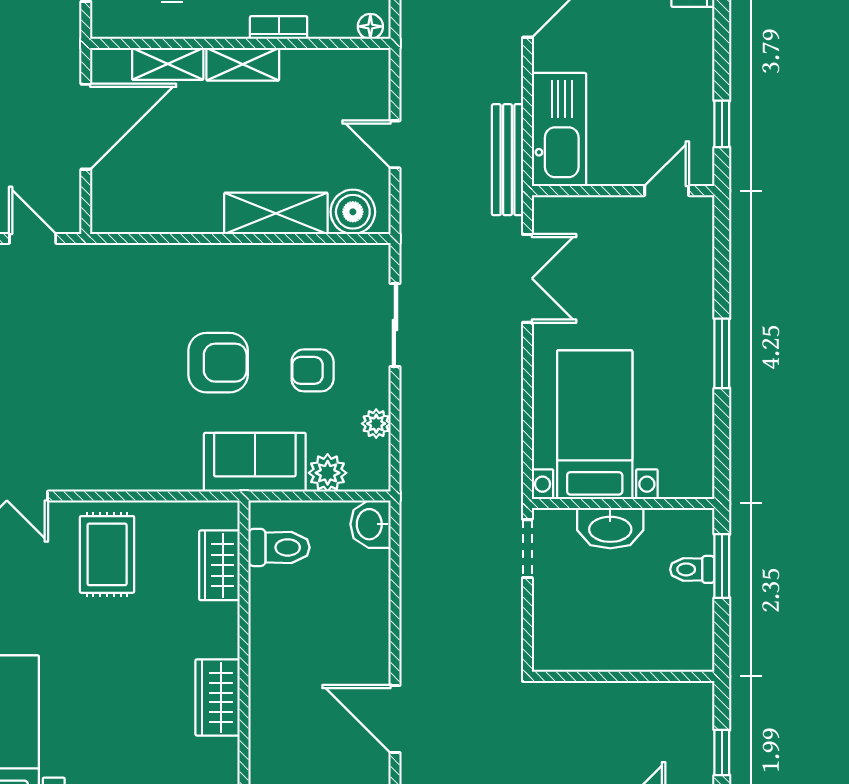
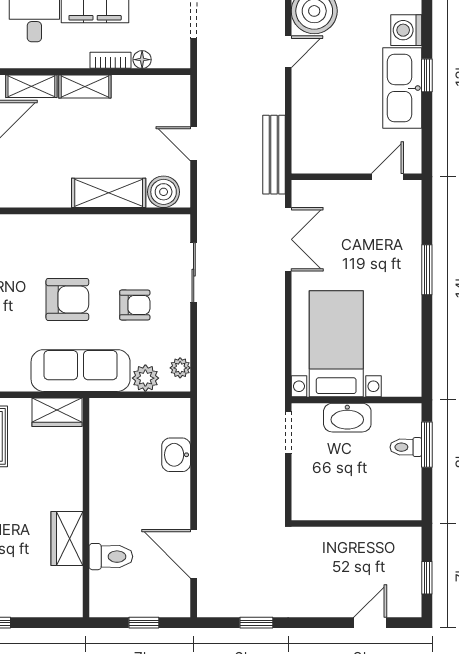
floor lamp: (370, 26) -> (142, 60), moved
window: (722, 124) -> (427, 75), moved
kitchen sink: (559, 130) -> (402, 88), moved, turned 180
window: (722, 353) -> (427, 270), moved
armchair: (313, 370) -> (135, 305), turned 180
plant: (376, 424) -> (180, 368), moved
sofa: (255, 462) -> (81, 371), width x1.36
washbasin: (370, 524) -> (176, 455), moved
toilet: (279, 547) -> (111, 557), moved
wardrobe: (219, 565) -> (57, 412), moved, turned -90

